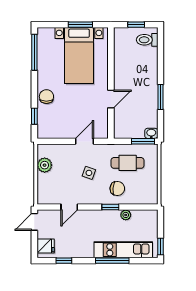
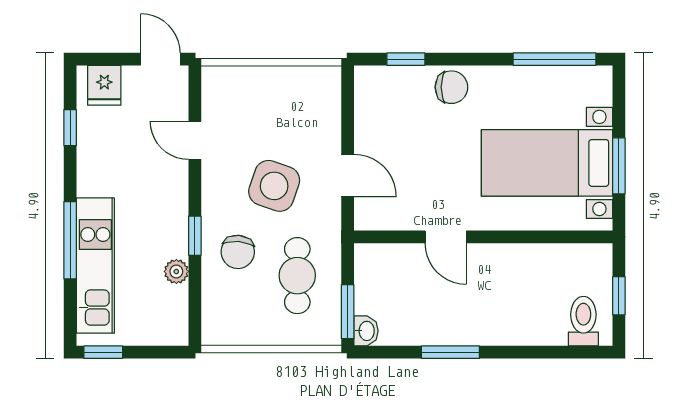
plant: (45, 165) -> (292, 83), removed
side table: (89, 173) -> (274, 186), width x1.87, depth x1.87

